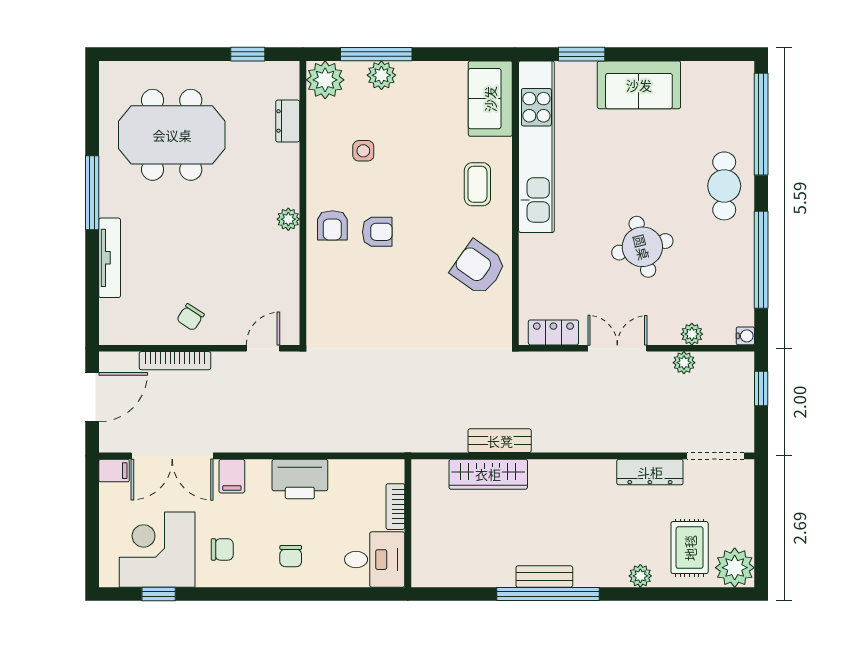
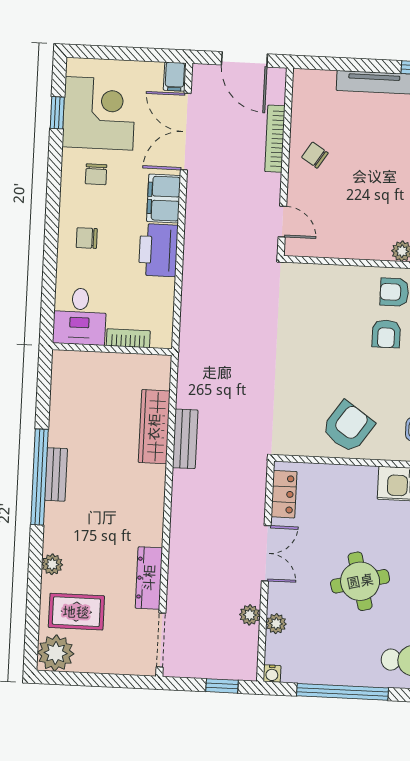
filing cabinet: (232, 476) -> (164, 199), width x2.00

